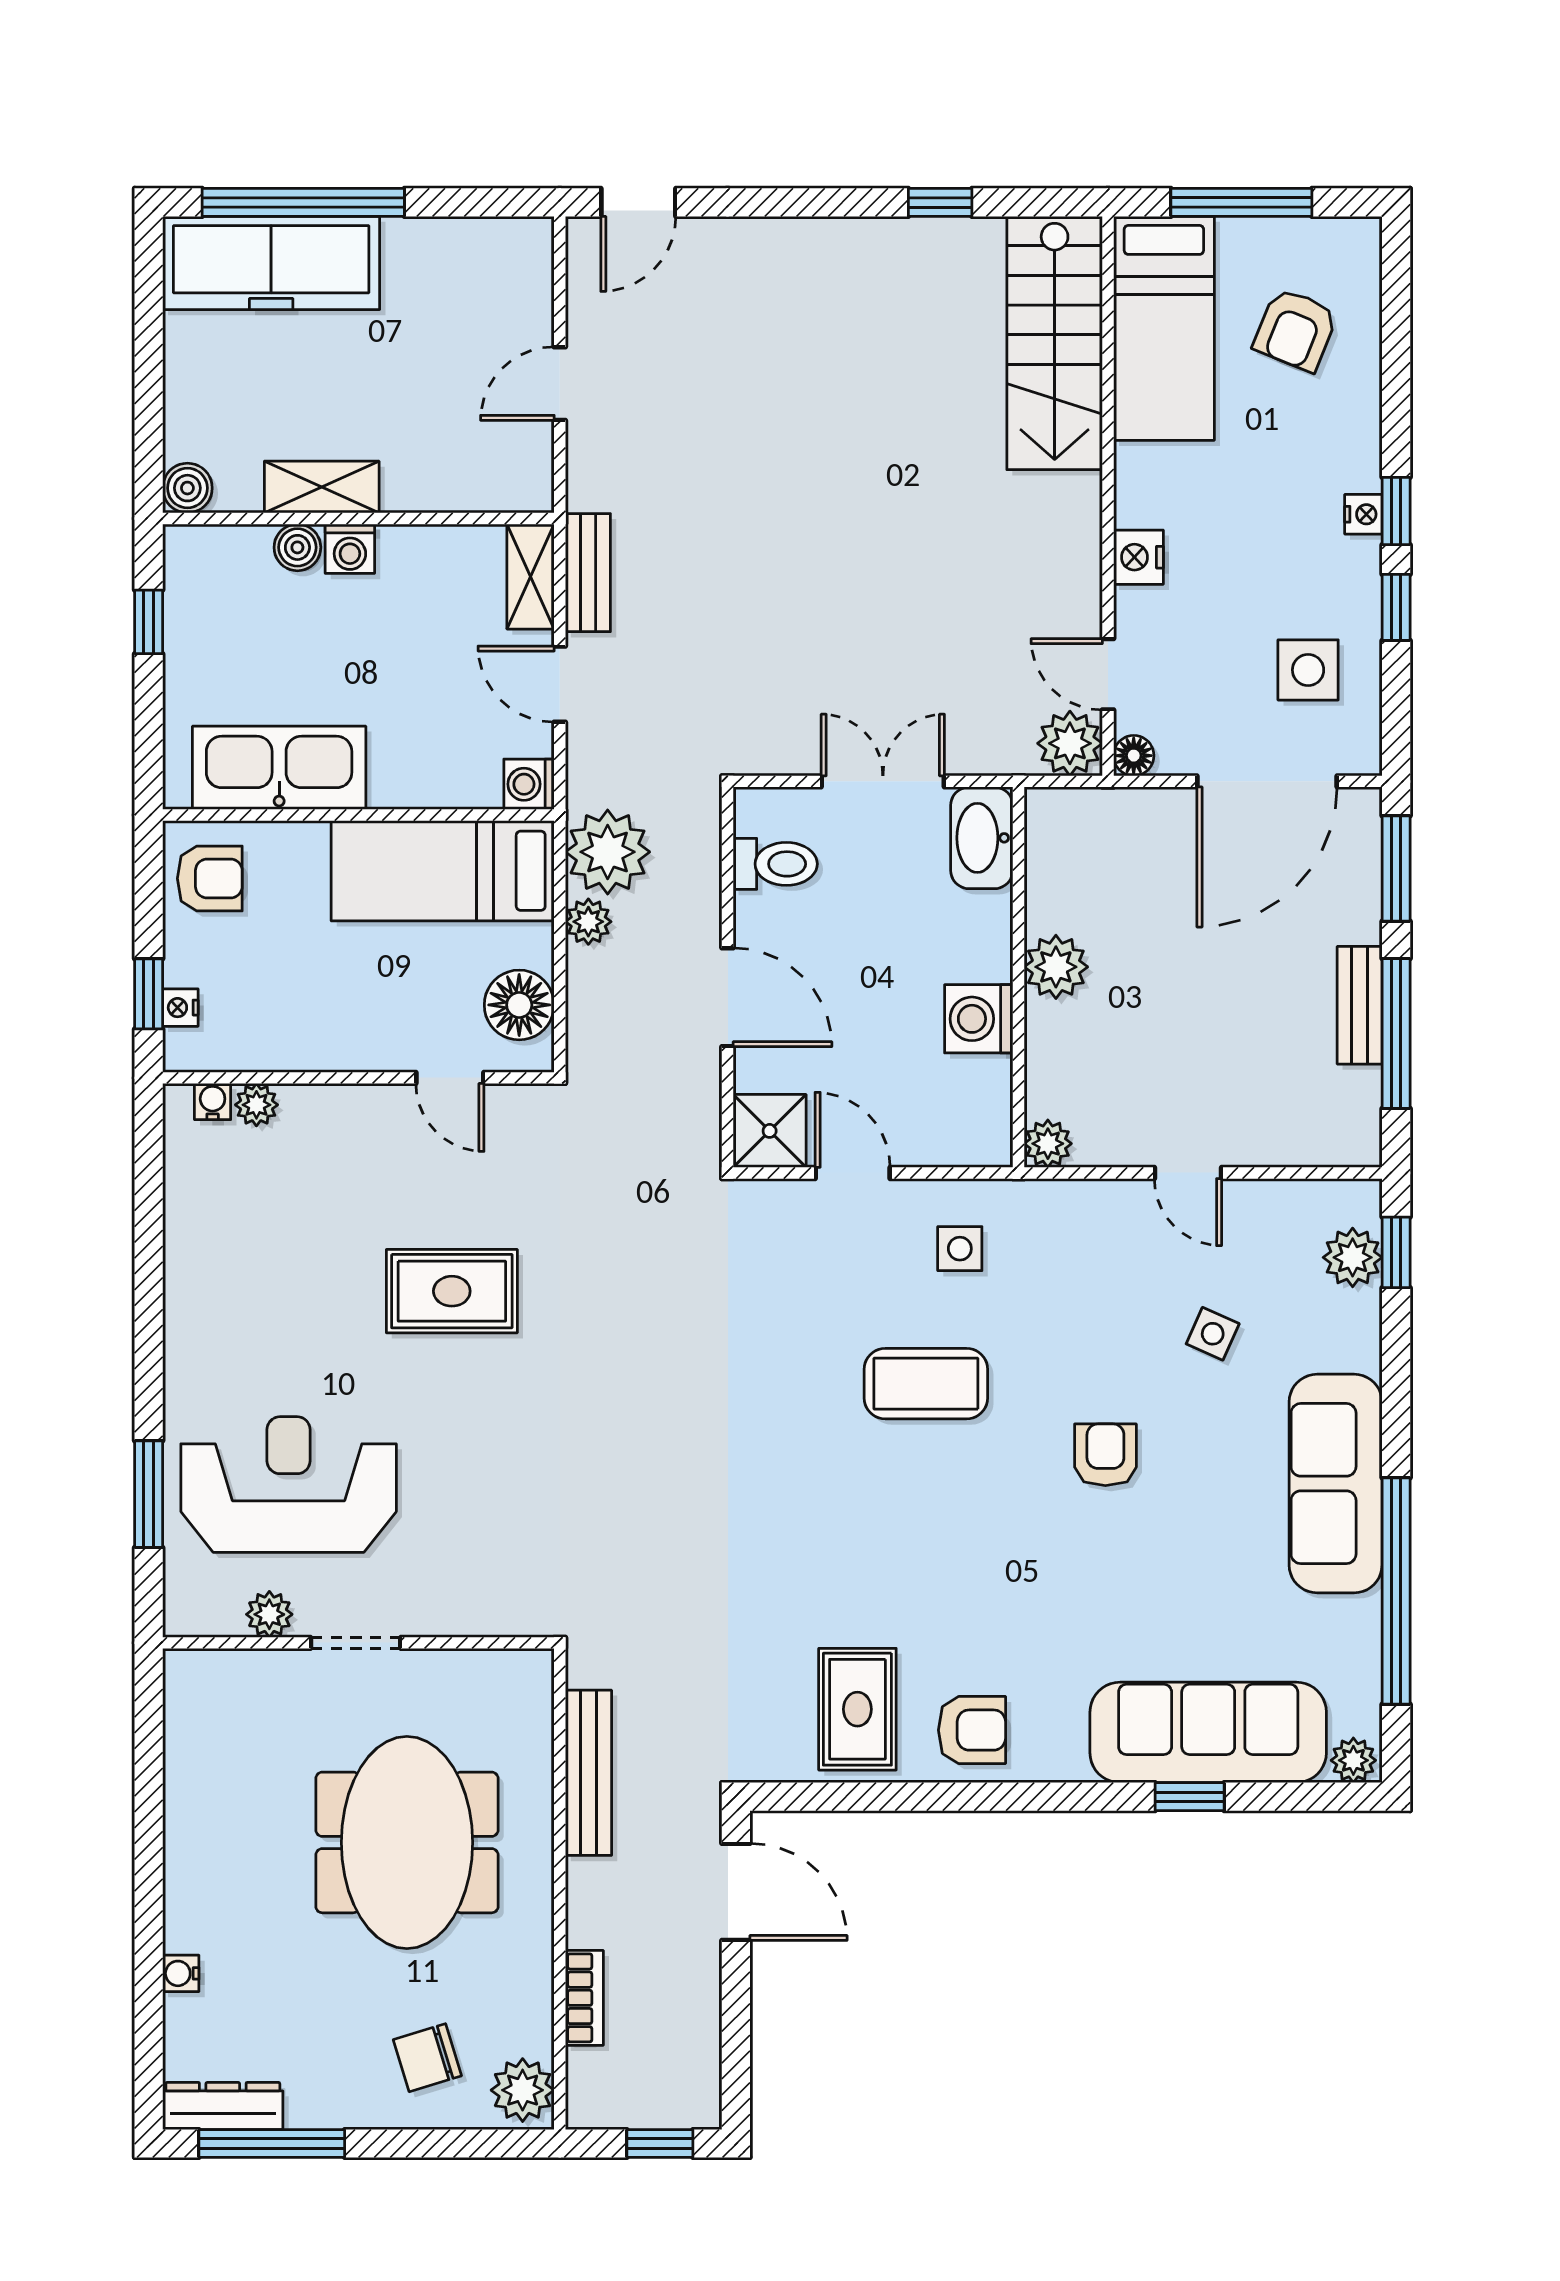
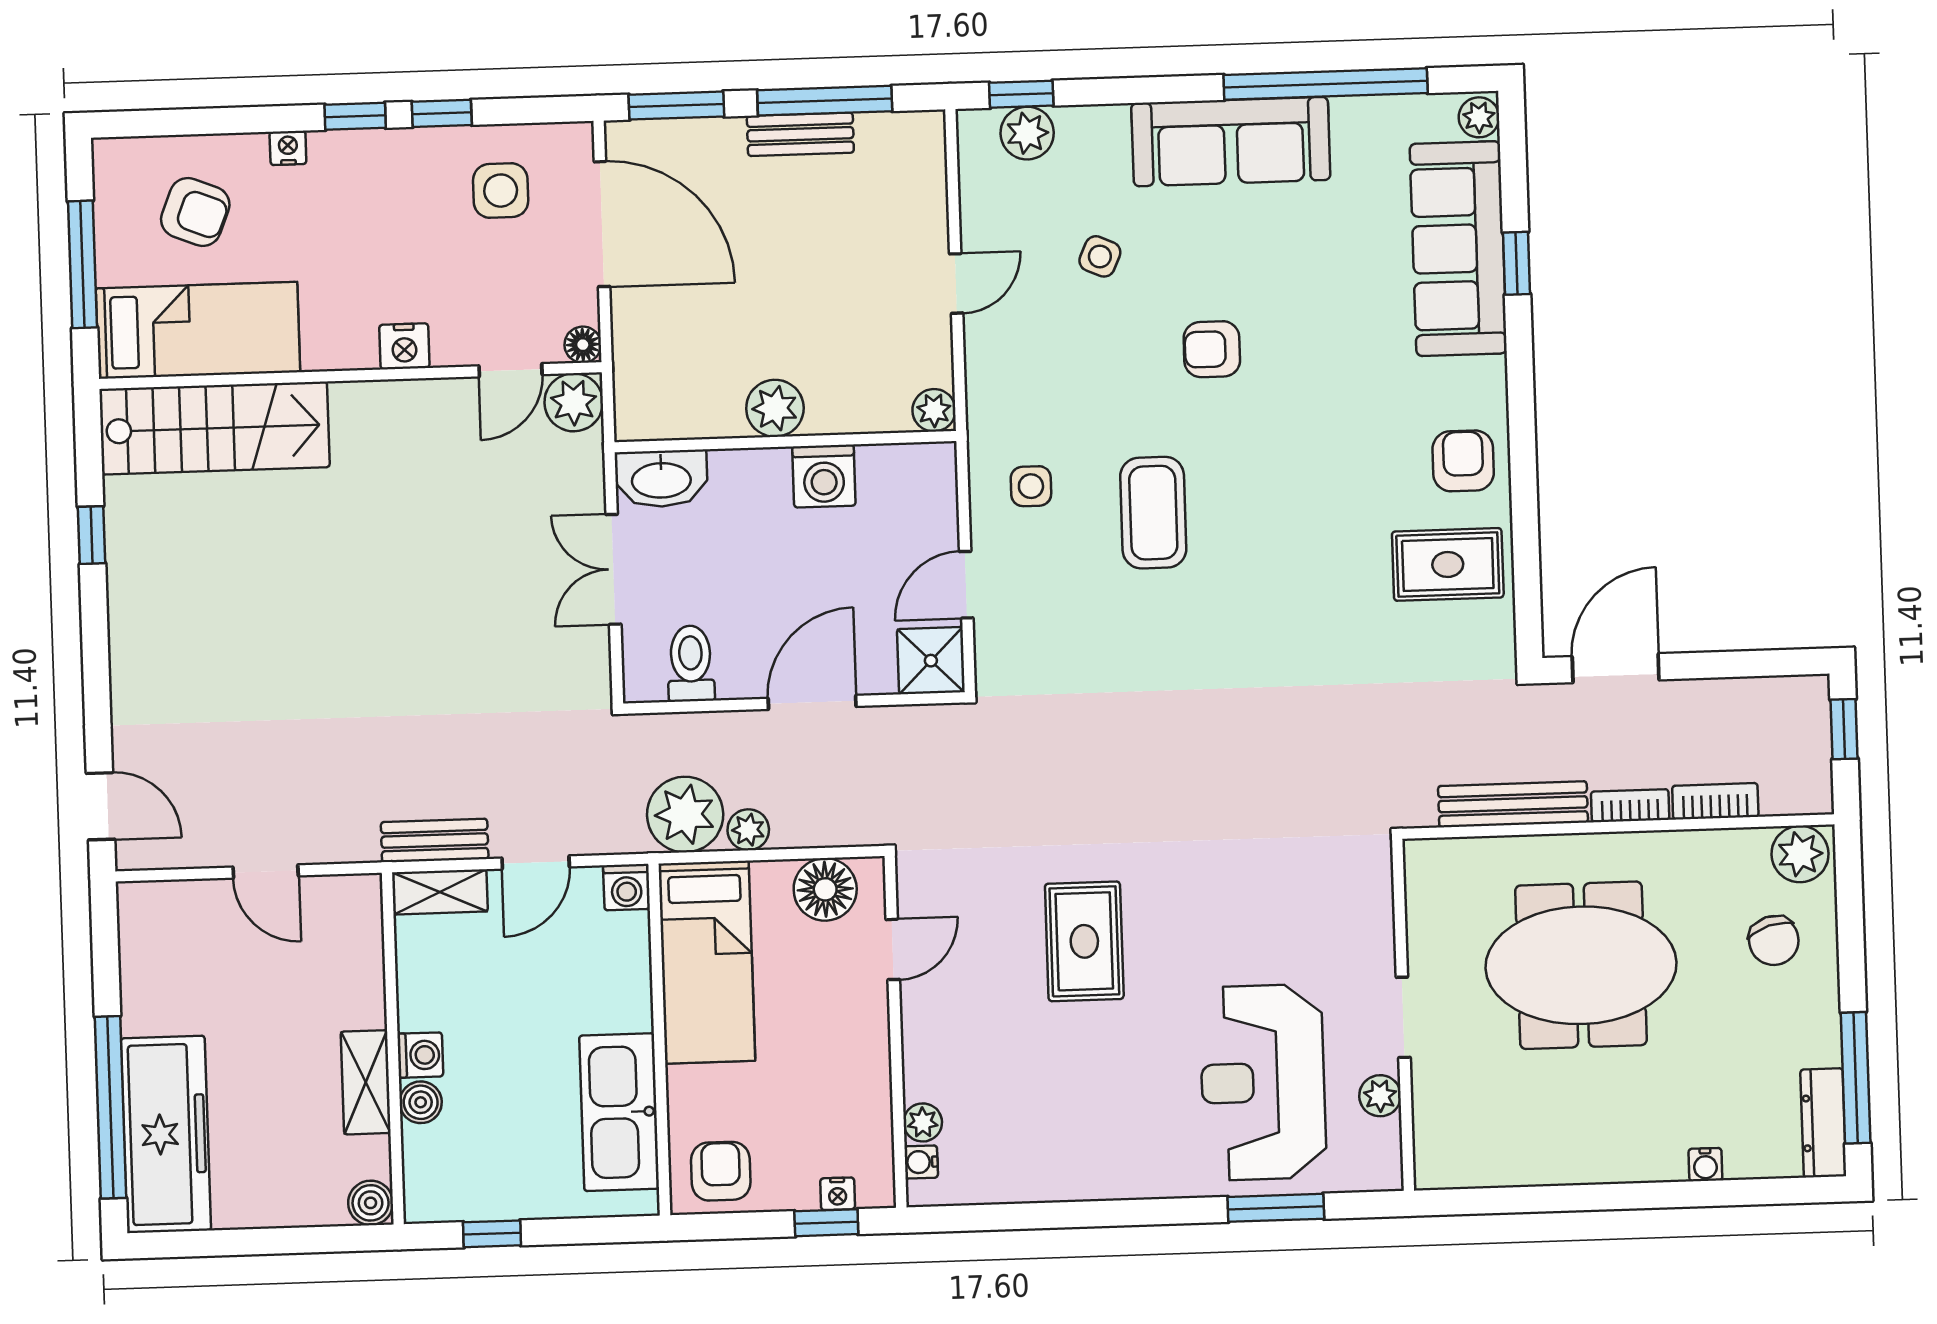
nightstand: (1363, 514) -> (288, 148), moved
bookcase: (583, 1903) -> (1630, 806), added

